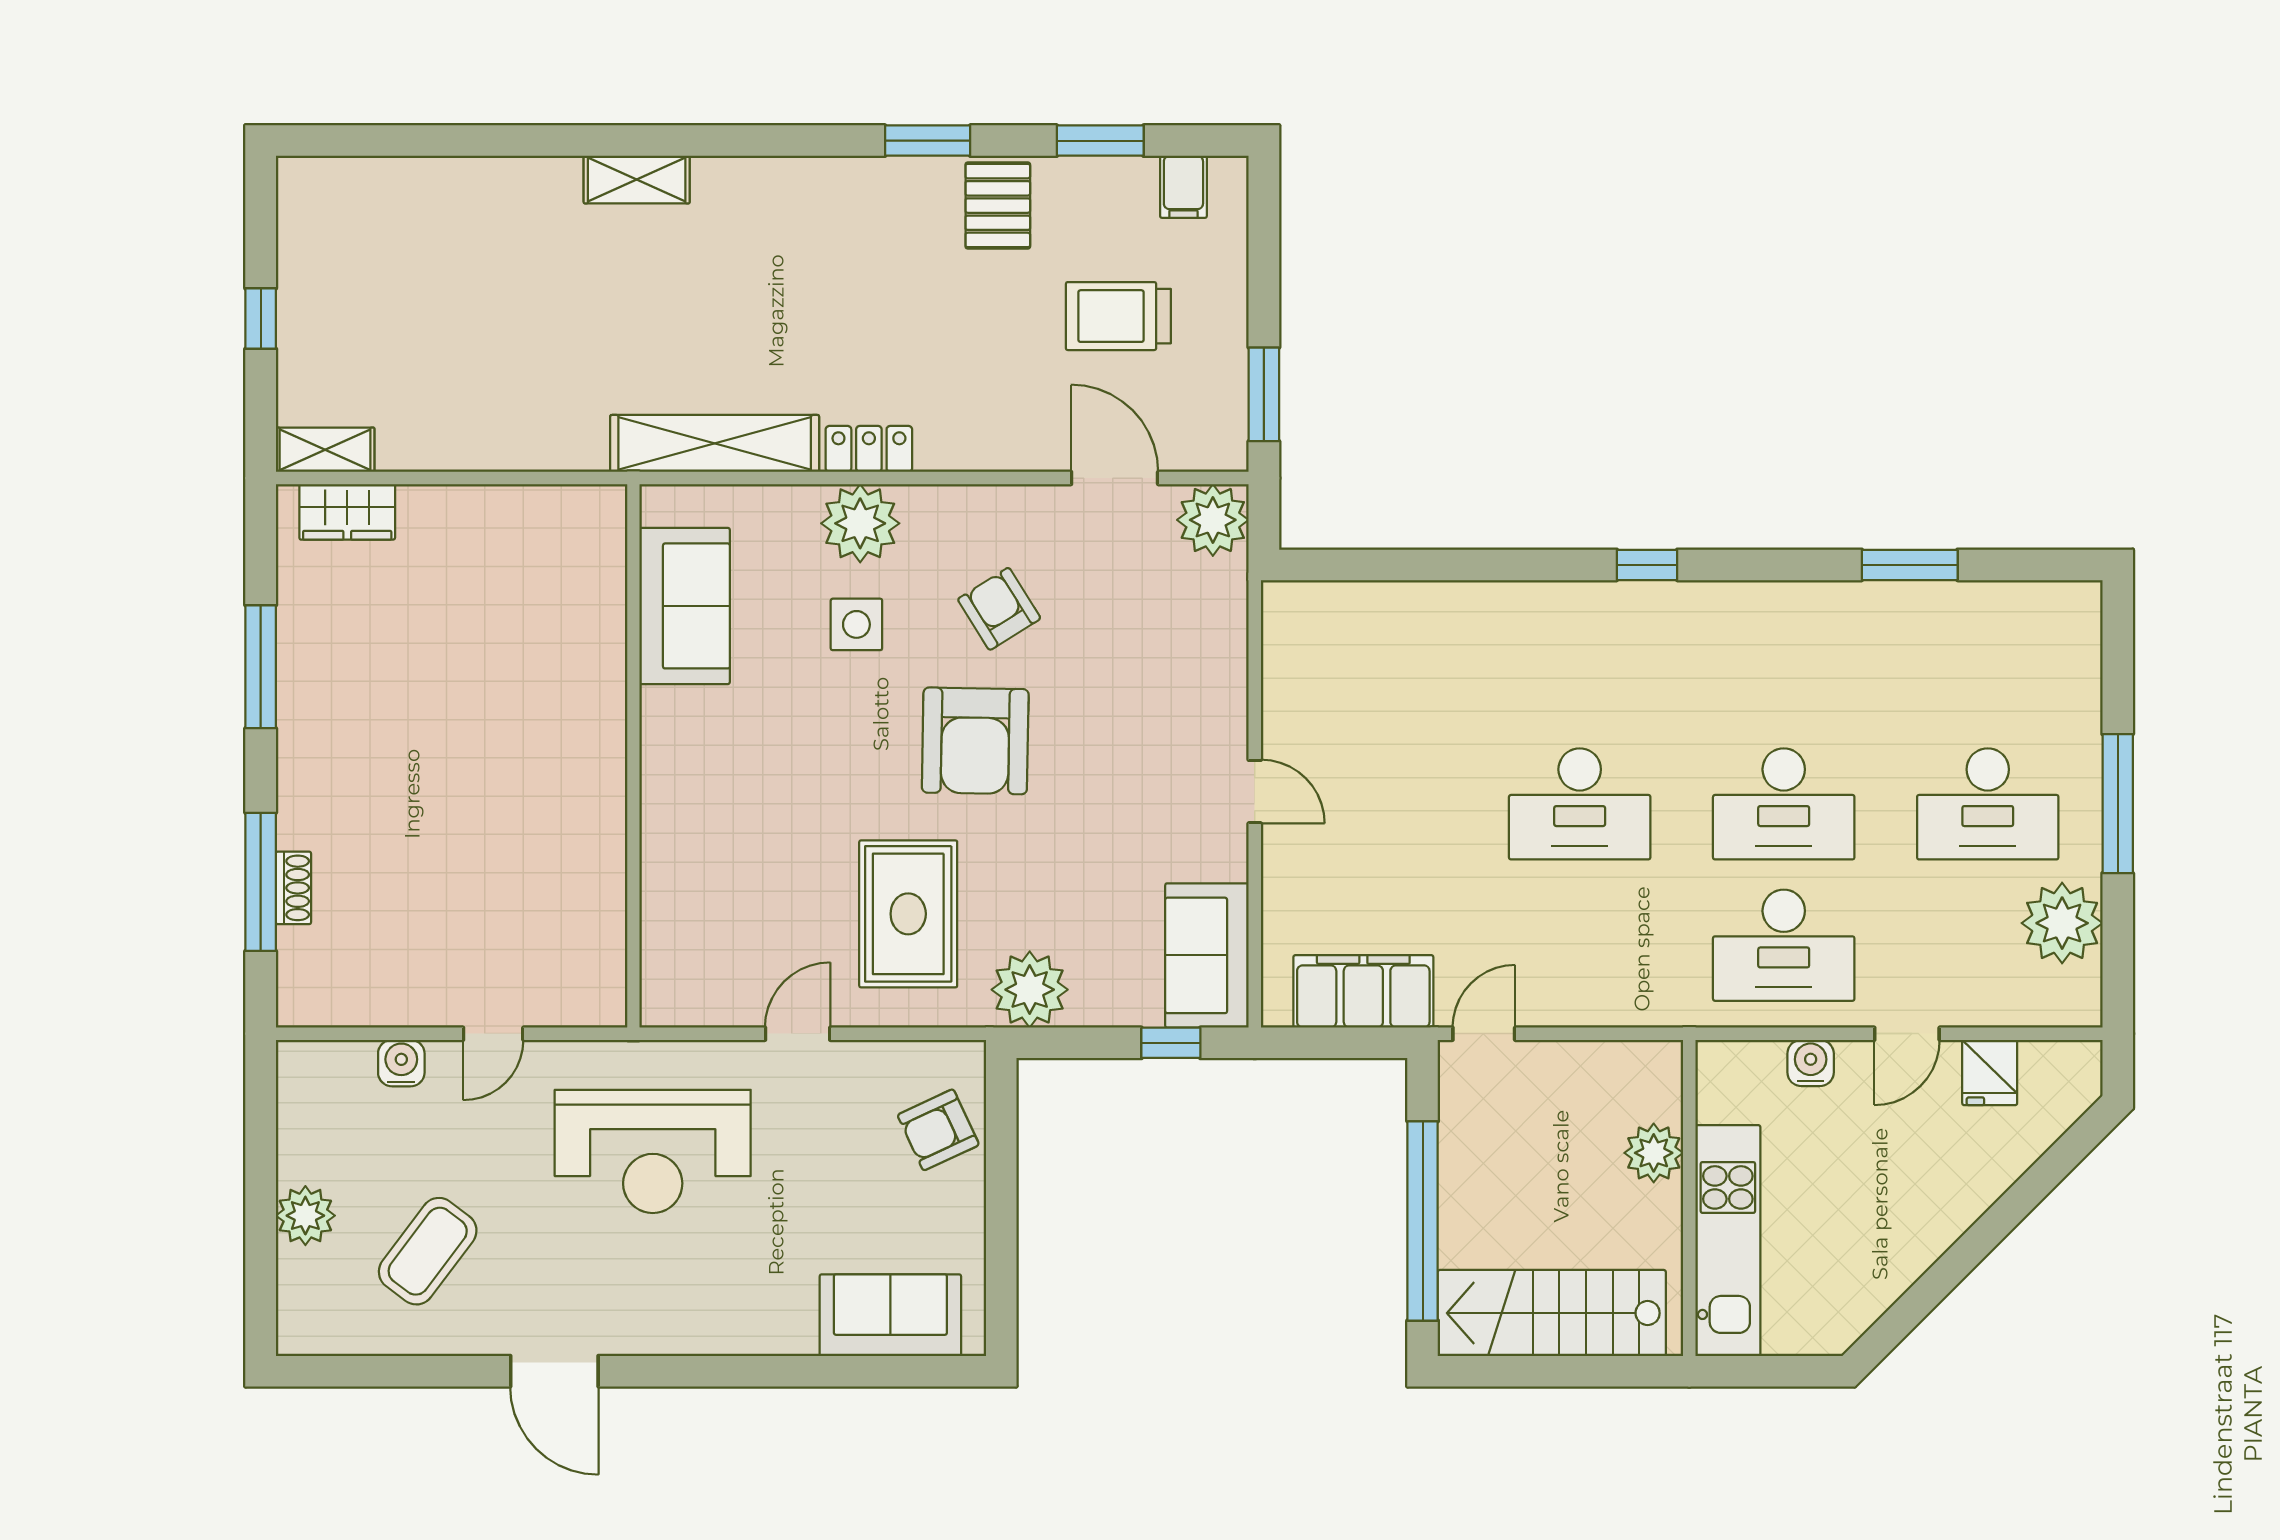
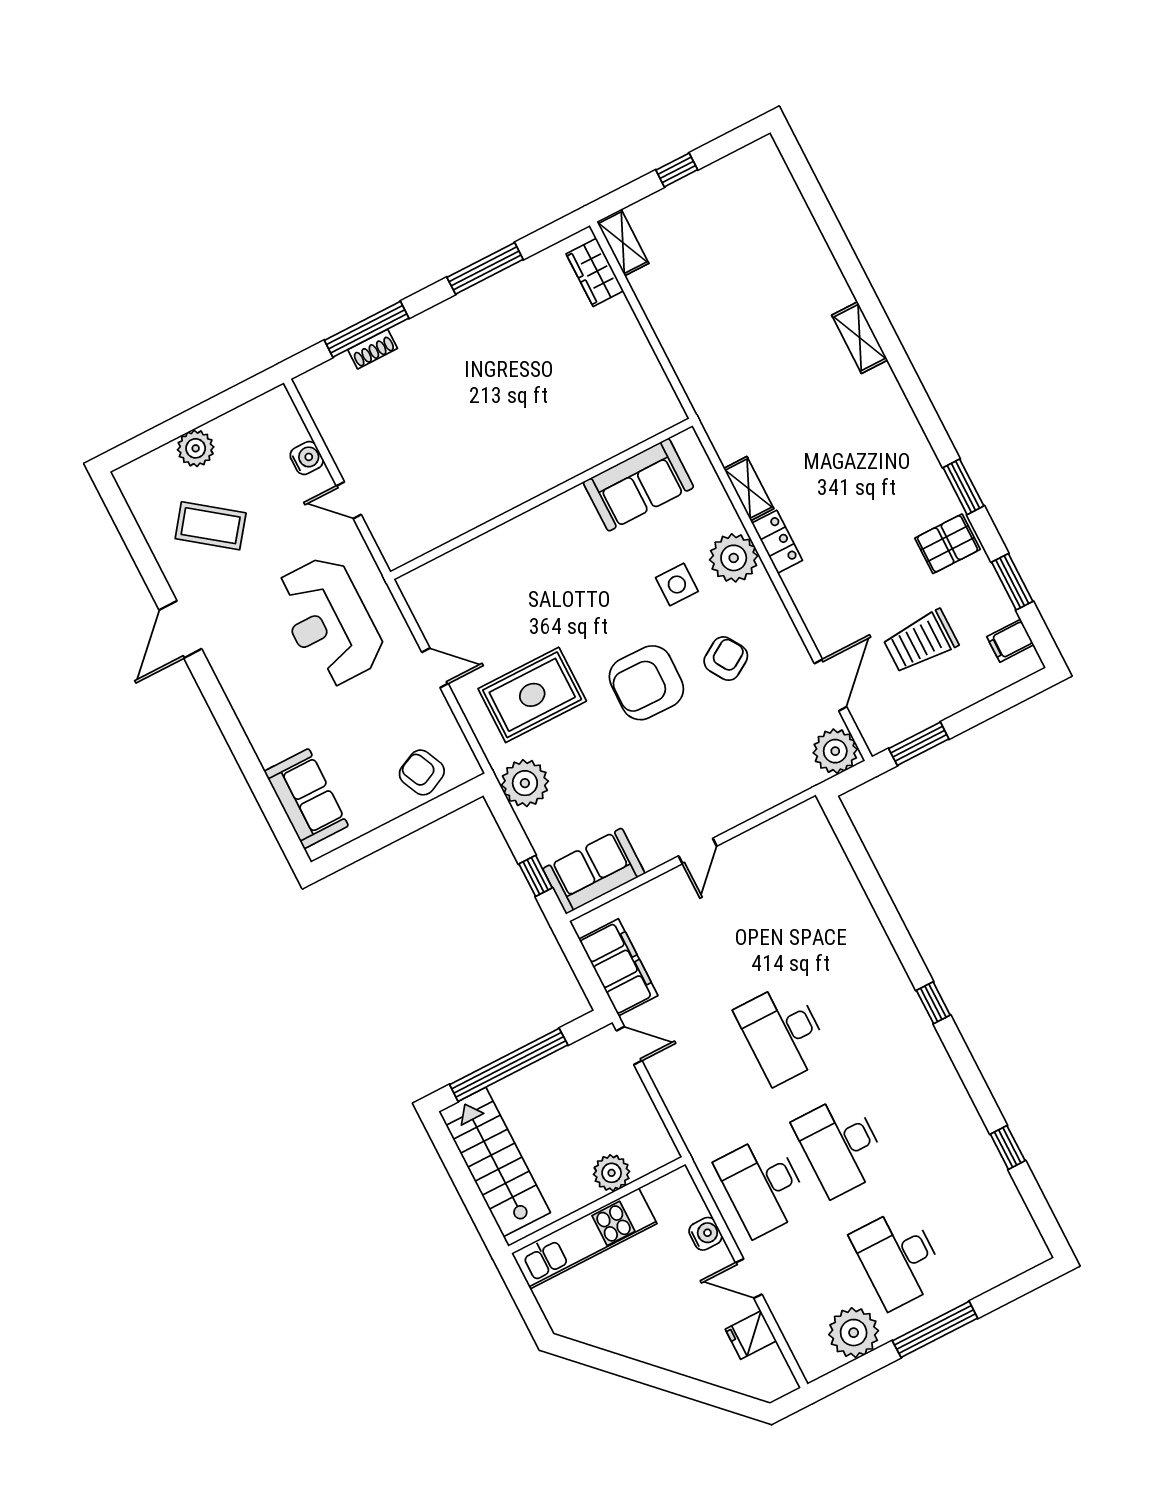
trolley: (1118, 316) -> (921, 641), turned -90
shelving: (715, 443) -> (749, 489), width x0.45, depth x0.75
window: (1910, 565) -> (1008, 1147), width x0.67

